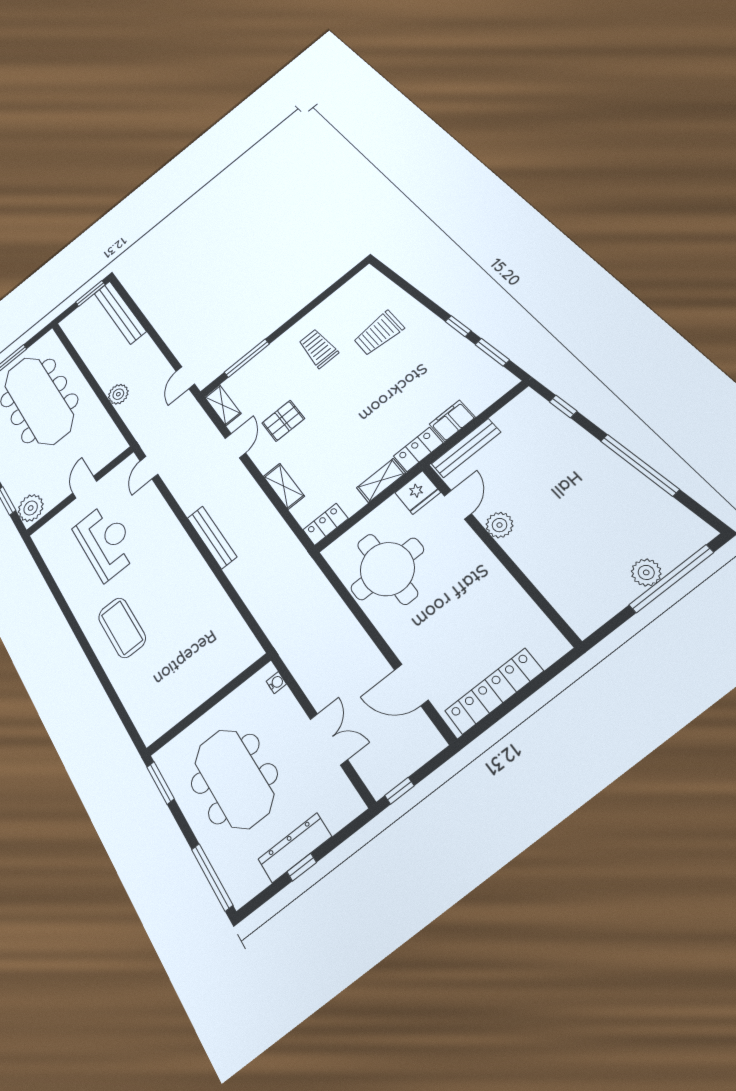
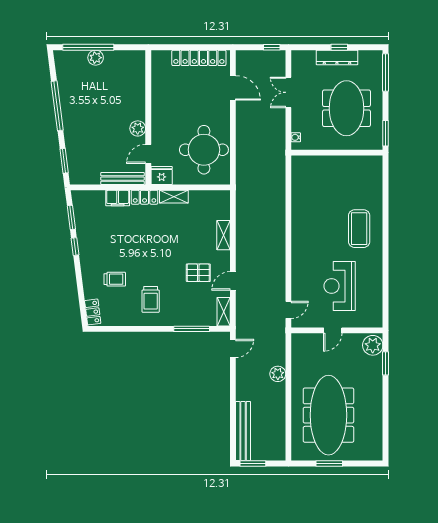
trolley: (379, 333) -> (115, 279), width x0.73, depth x0.72
window: (563, 406) -> (64, 161), width x1.50
locker: (325, 524) -> (93, 312), moved, turned -97
bench: (212, 537) -> (279, 239), removed

